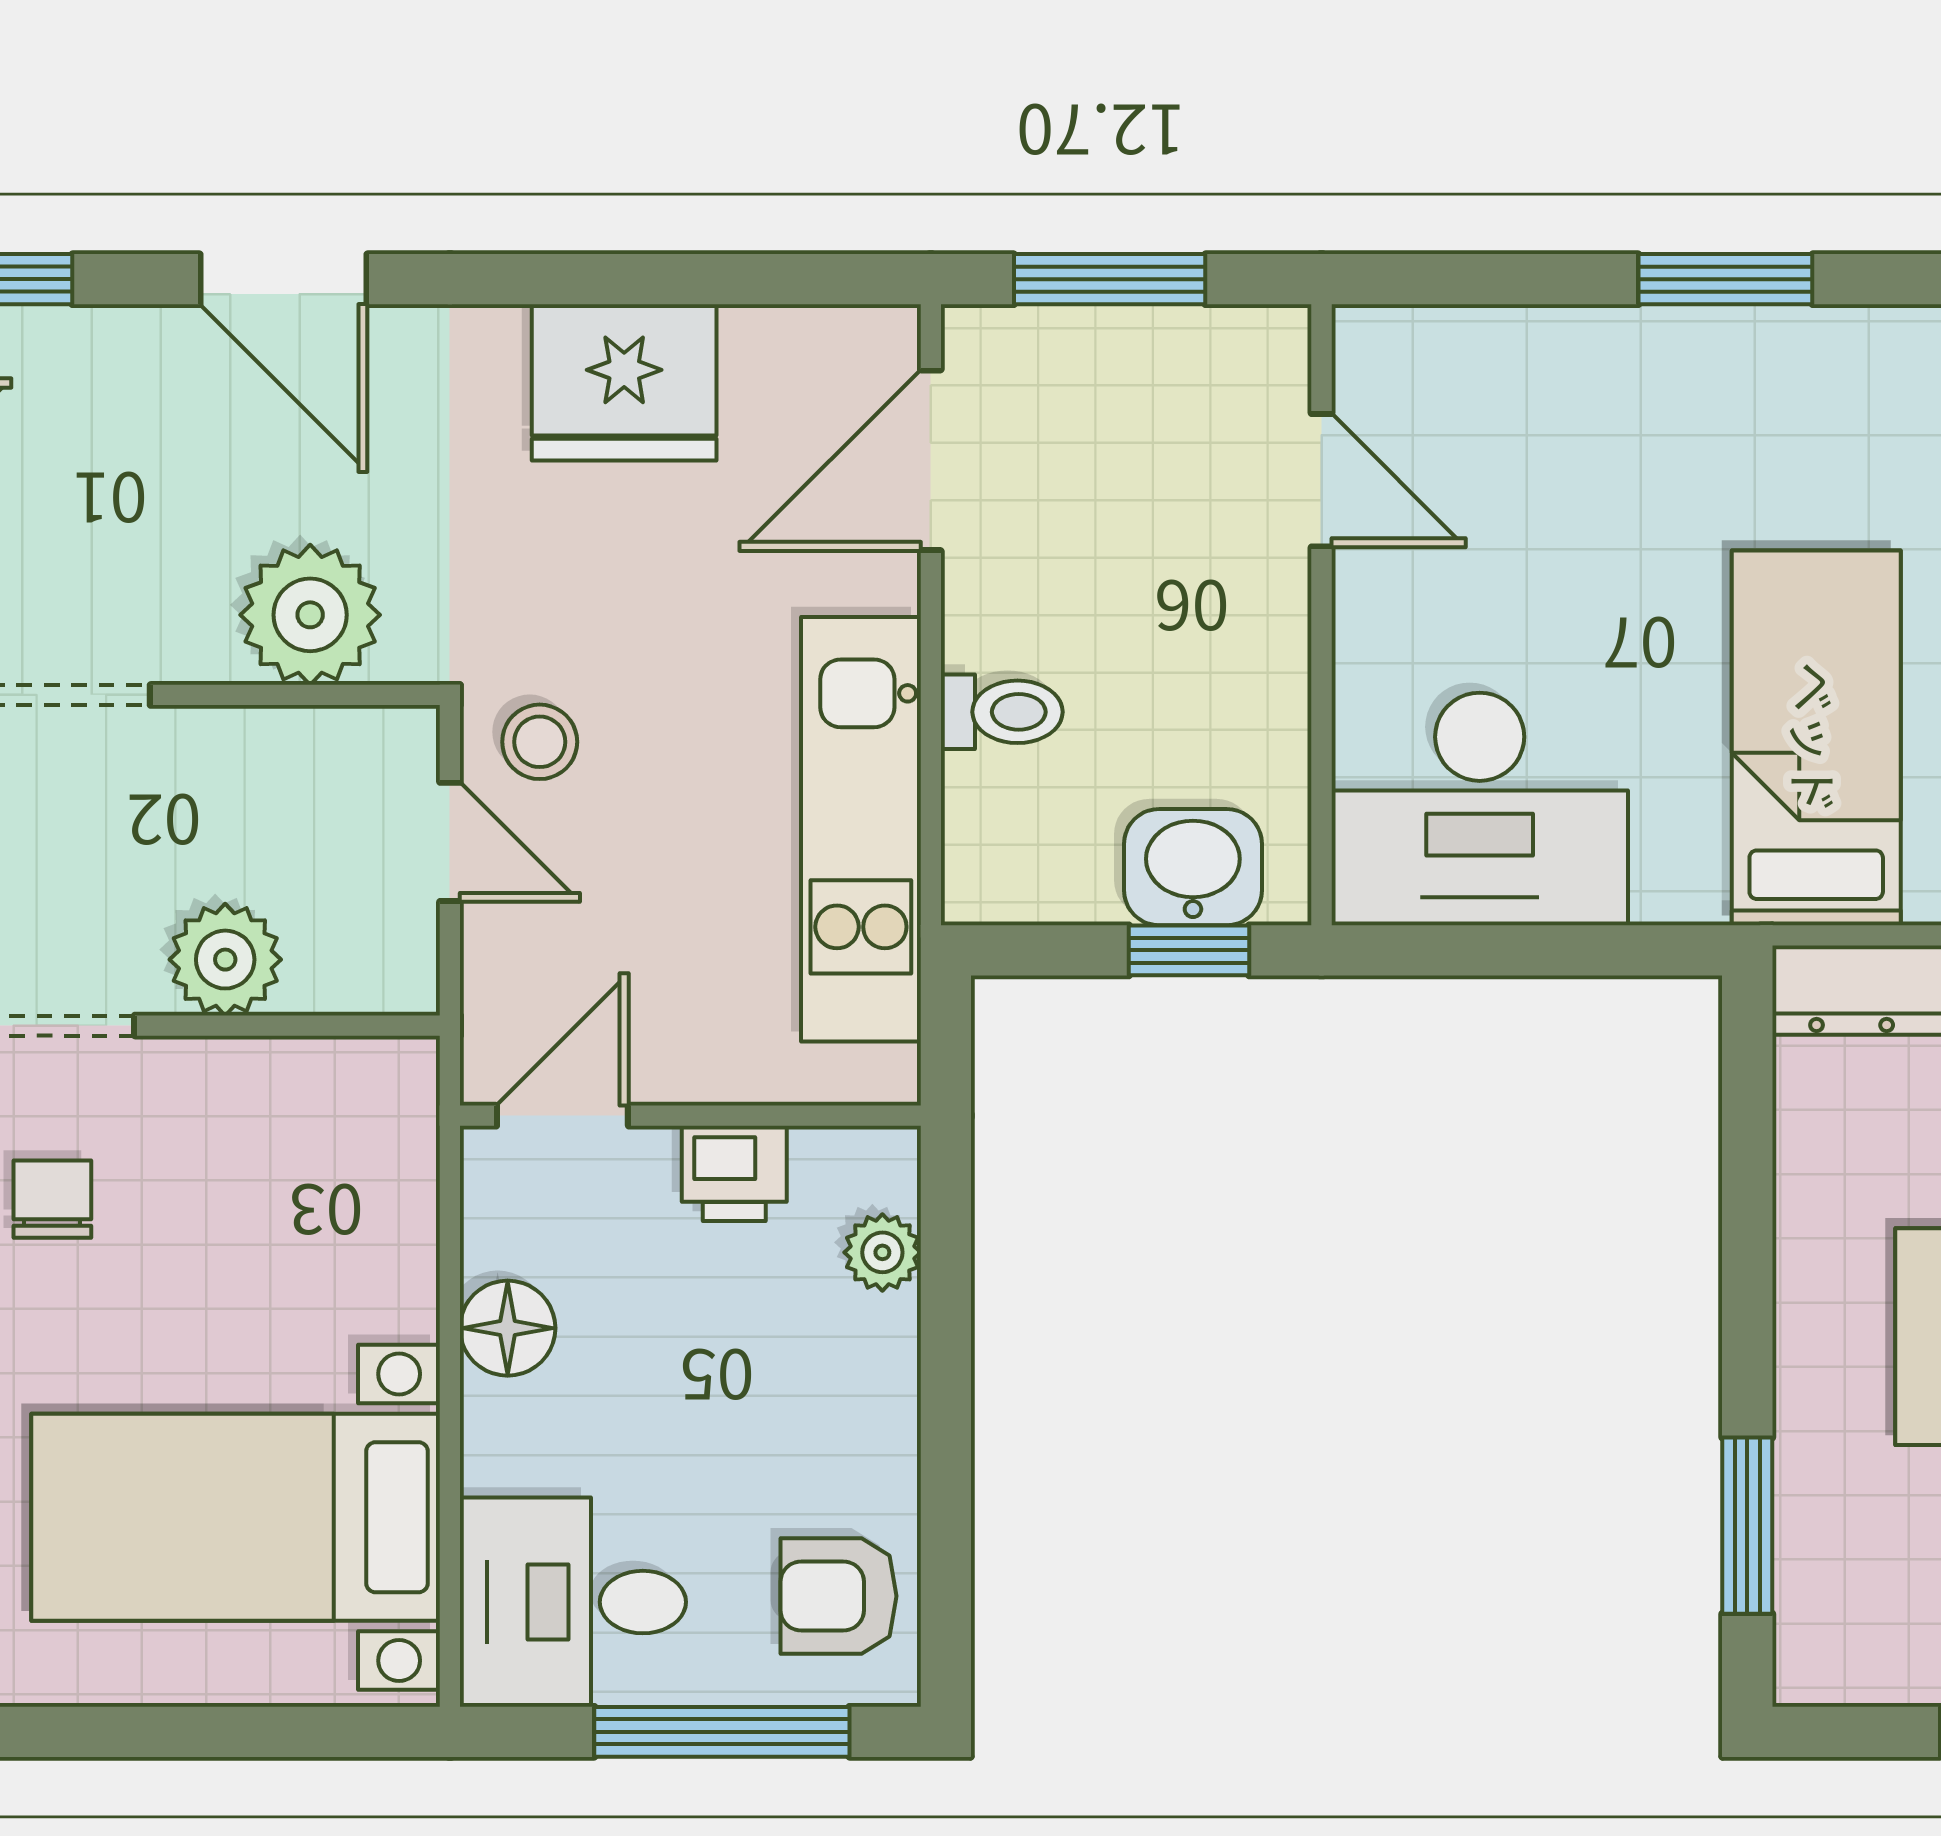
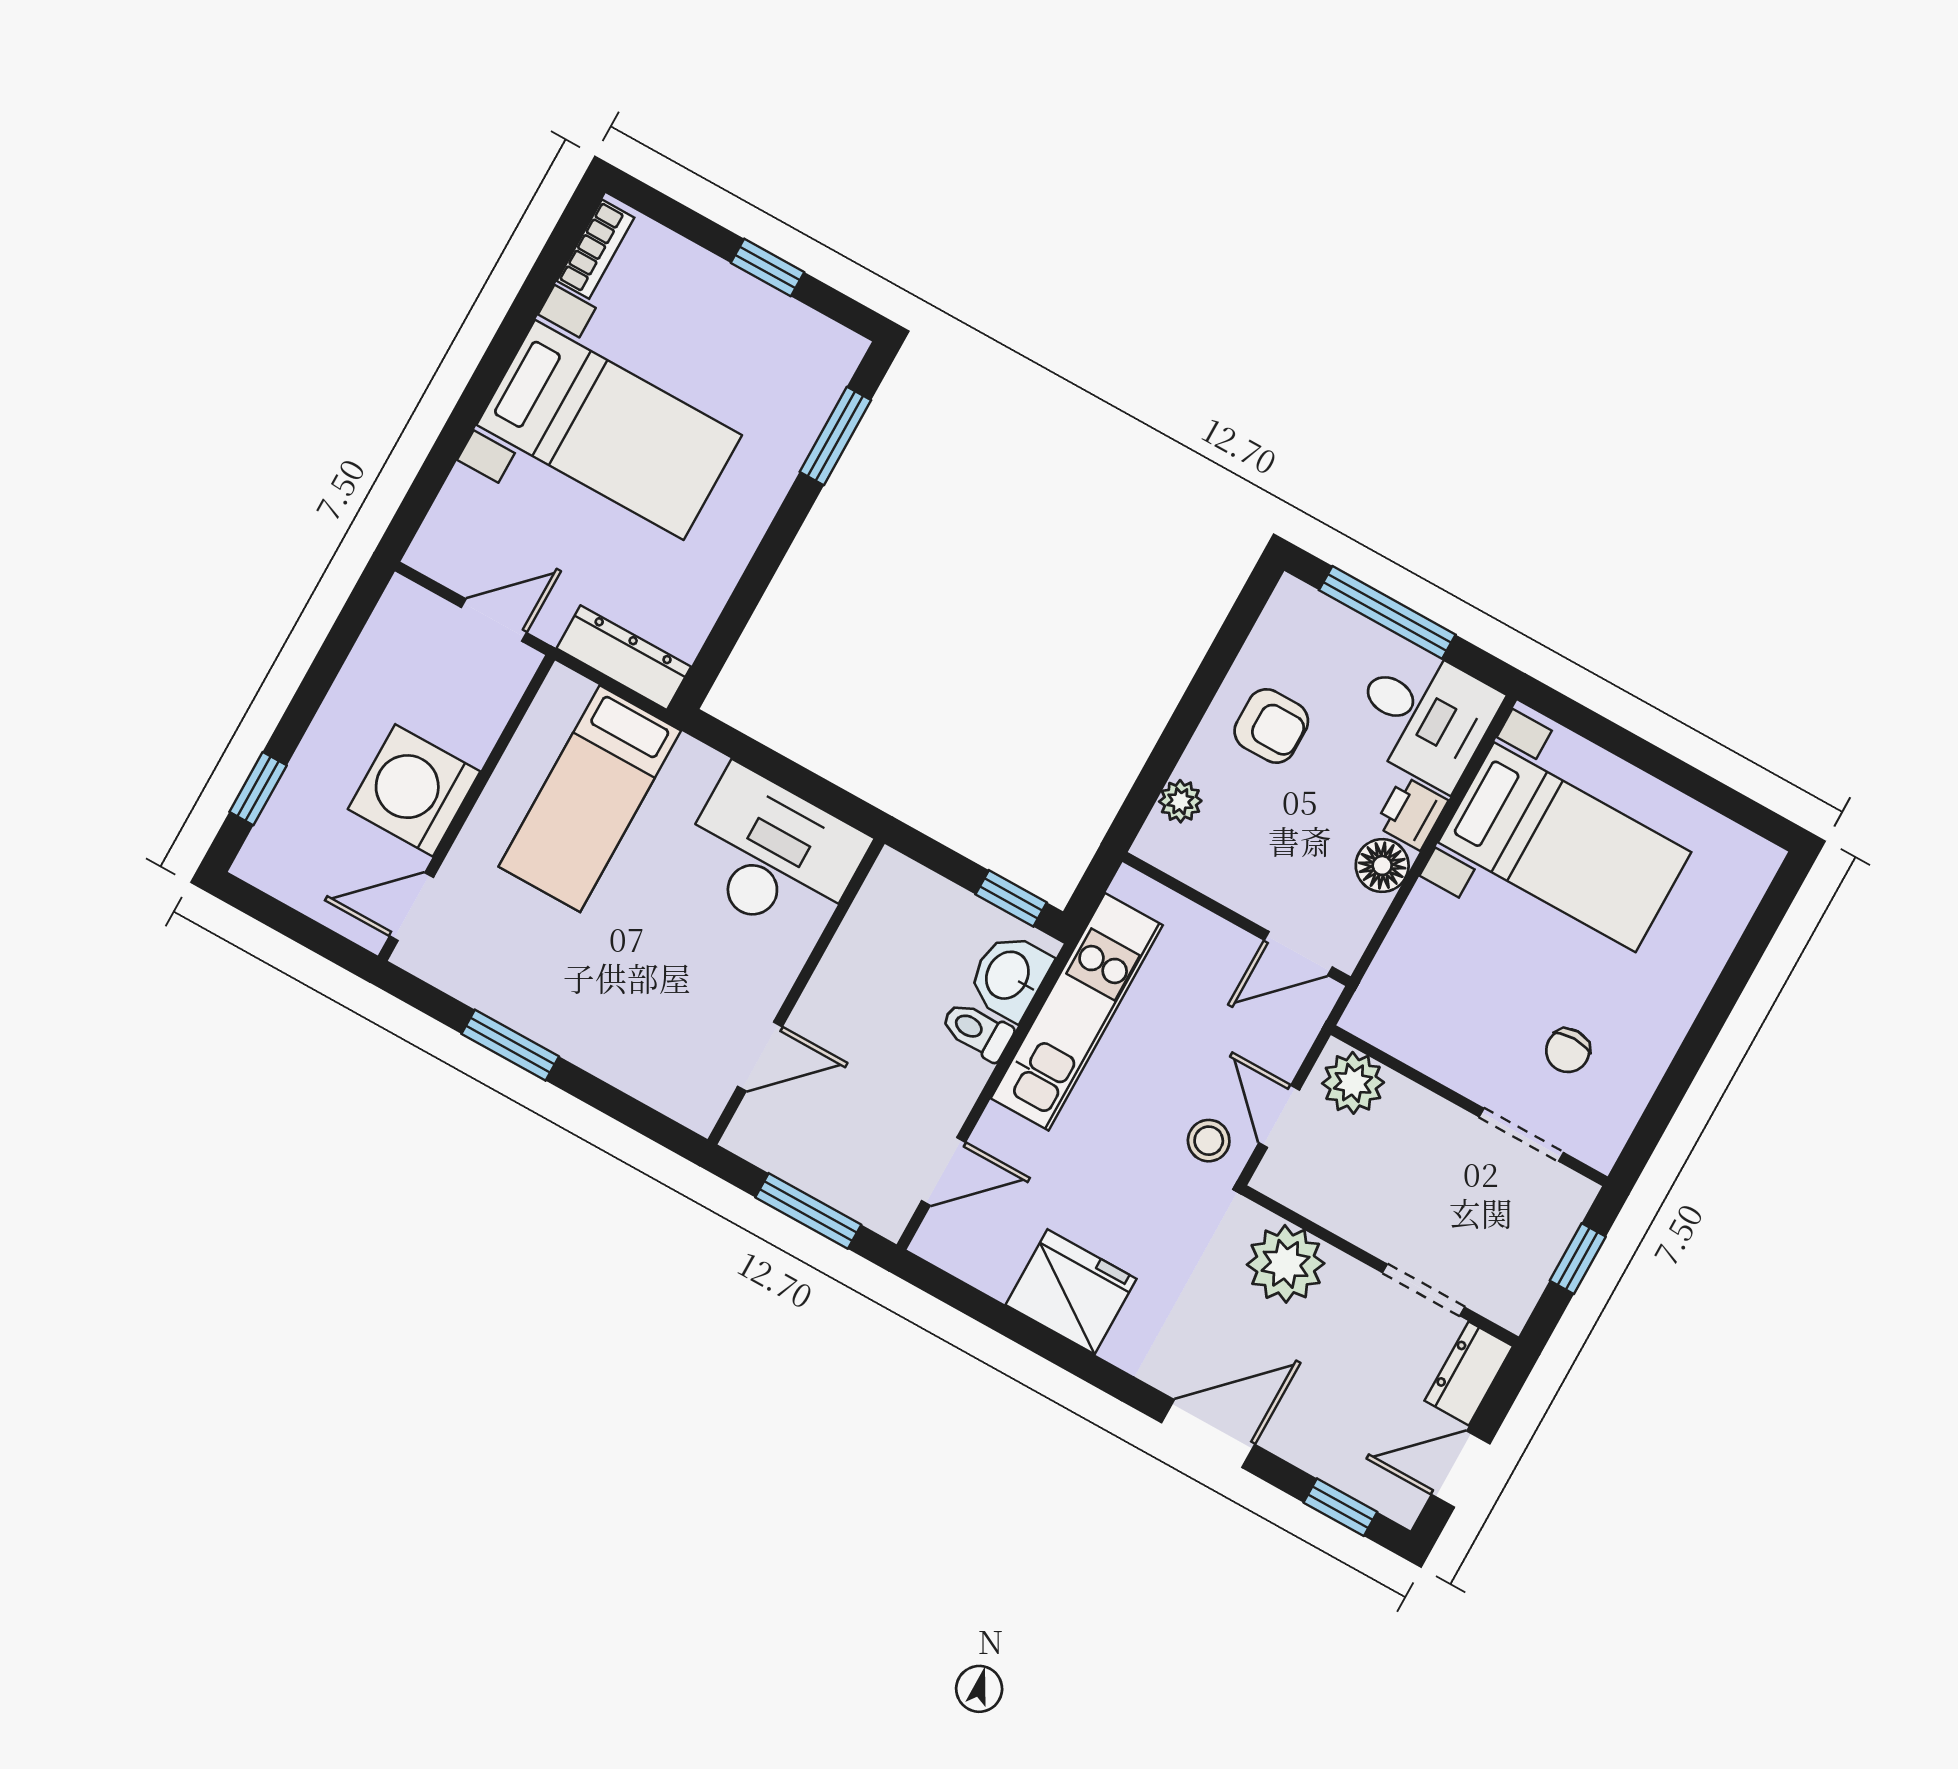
door: (283, 279) -> (1208, 1434), hinge flipped
door: (931, 460) -> (944, 1172), width x0.73
door: (1322, 480) -> (760, 1057), swing flipped
washbasin: (1193, 867) -> (1009, 976), moved, turned 90
window: (1189, 950) -> (1011, 898), moved
plant: (225, 960) -> (1353, 1083), moved
printer: (734, 1173) -> (1411, 813), moved, turned -90
armchair: (838, 1596) -> (1271, 726), moved

